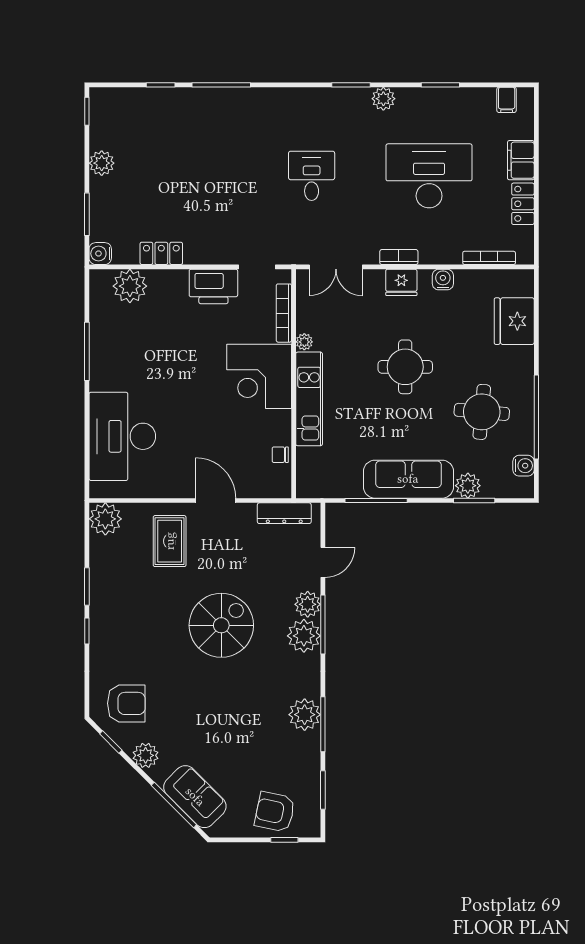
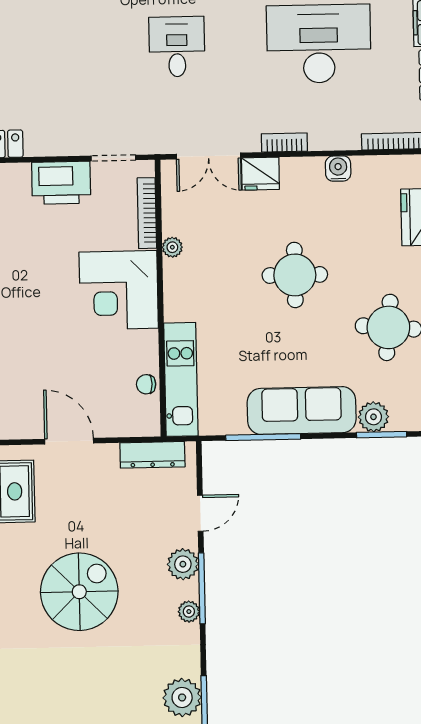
fridge: (401, 282) -> (260, 174), moved
kitchen unit: (309, 399) -> (181, 379), moved
plant: (304, 636) -> (189, 612), width x0.53, depth x0.53

